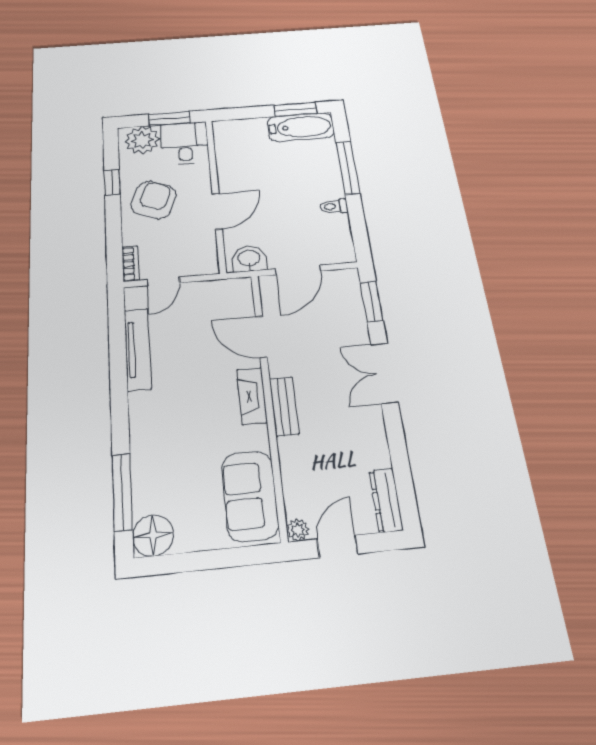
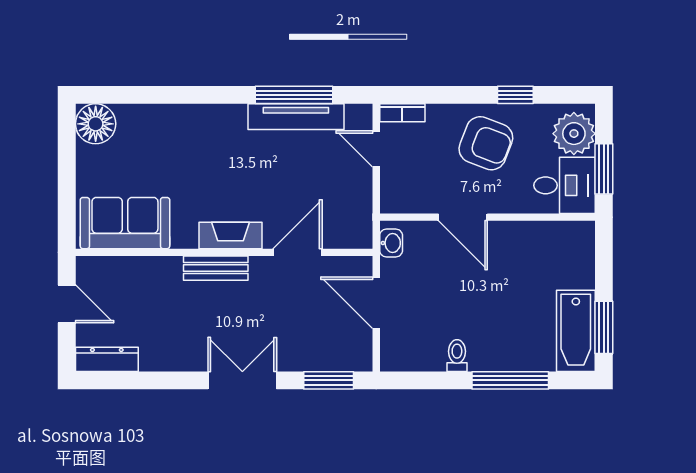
washbasin: (249, 259) -> (391, 243), width x0.72, depth x0.69
window: (122, 492) -> (294, 95), moved
plant: (298, 530) -> (87, 267), removed

